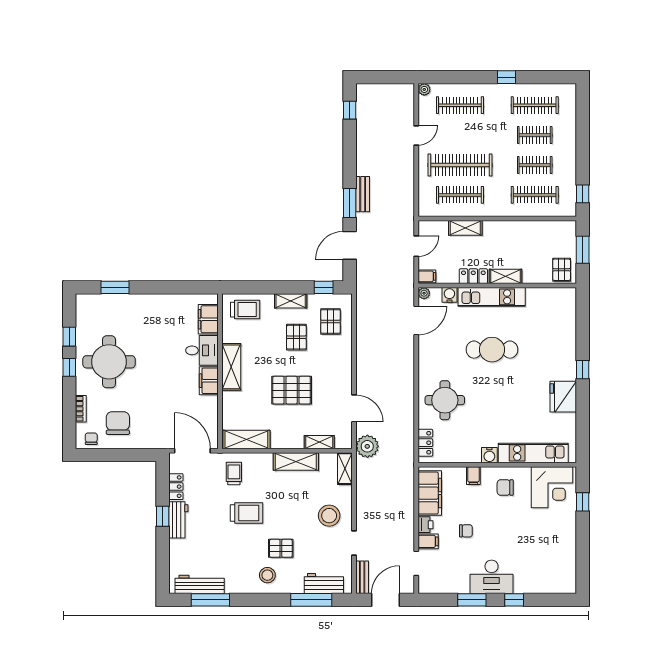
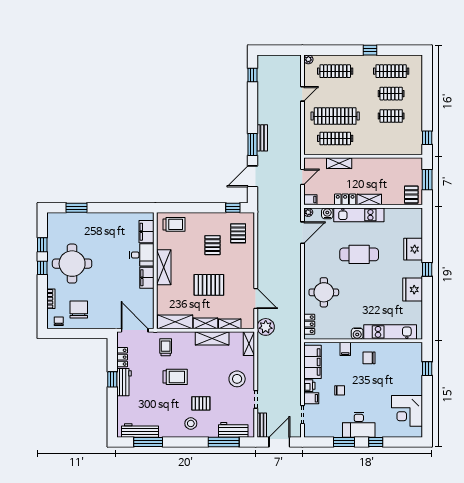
clothes rail: (535, 195) -> (391, 138), removed
shelving: (291, 301) -> (206, 323), moved
fridge: (564, 343) -> (413, 249), added
corner desk: (552, 487) -> (407, 411), moved, turned 90

